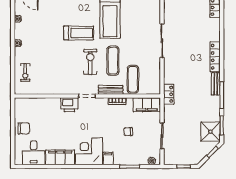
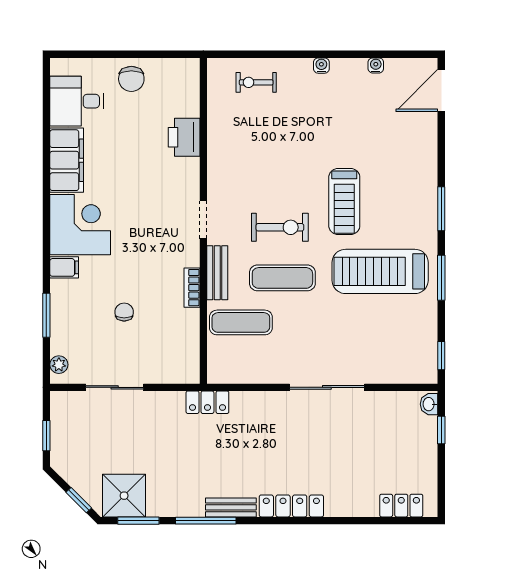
printer: (69, 105) -> (184, 137), moved
filing cabinet: (147, 105) -> (184, 354), removed

